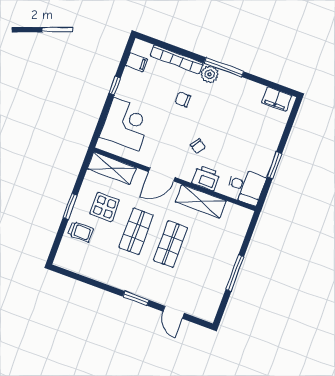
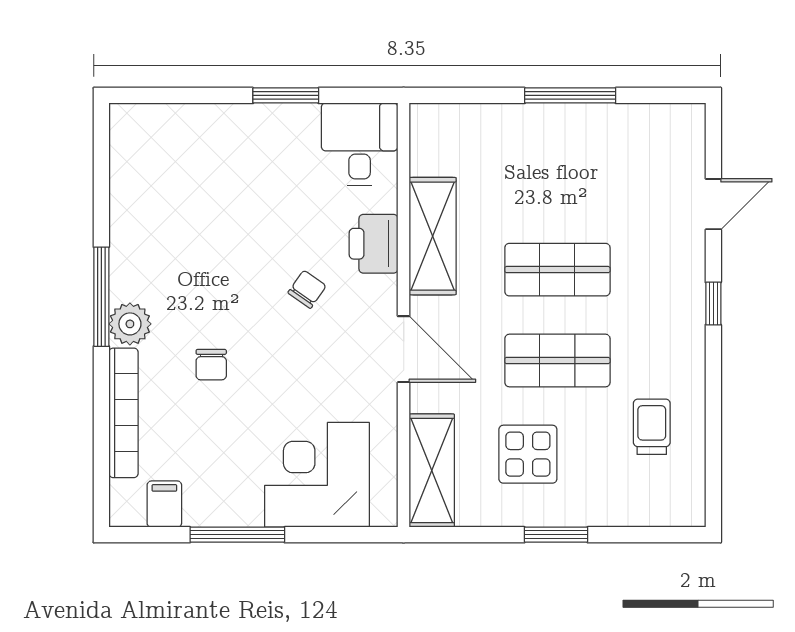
window: (115, 86) -> (237, 535), width x2.17
filing cabinet: (277, 99) -> (130, 147), removed
trolley: (81, 232) -> (652, 427), moved
window: (136, 298) -> (713, 303), width x0.67

